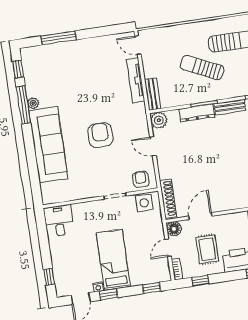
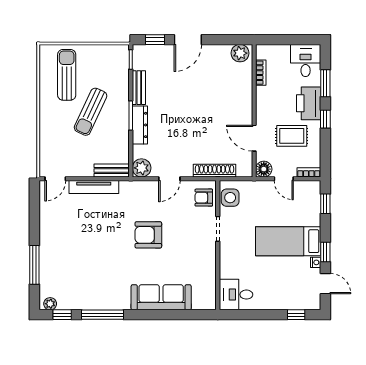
plant: (33, 103) -> (50, 304), moved
sofa: (48, 145) -> (161, 297), width x0.74, depth x0.79
shoe rack: (168, 199) -> (214, 171), moved
window: (200, 281) -> (325, 119), moved

